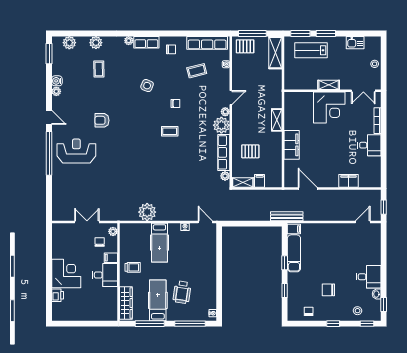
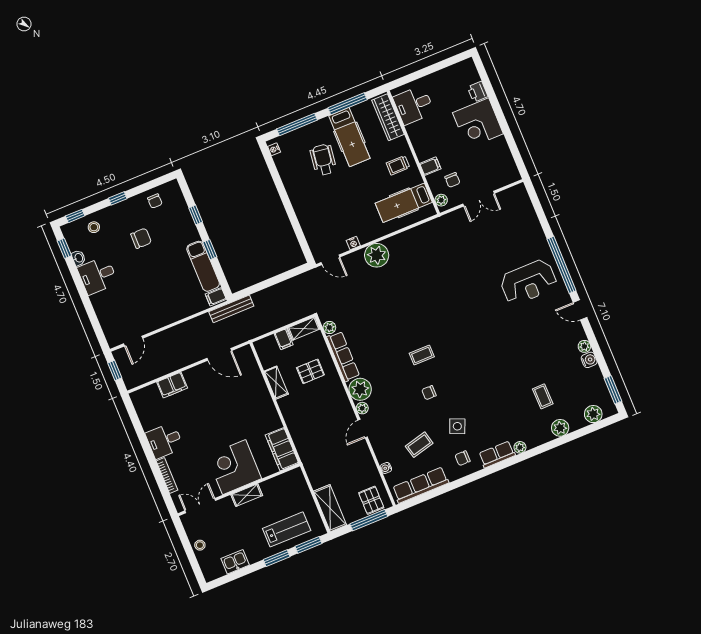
pallet: (245, 46) -> (371, 500), turned 90
side table: (147, 86) -> (457, 426), moved
armchair: (102, 120) -> (512, 334), removed
shelving: (277, 120) -> (276, 383), moved
filing cabinet: (292, 145) -> (282, 449), moved
plant: (147, 212) -> (377, 255), moved
hospital bed: (159, 243) -> (404, 203), moved, turned -90
desk: (105, 275) -> (414, 105), moved

